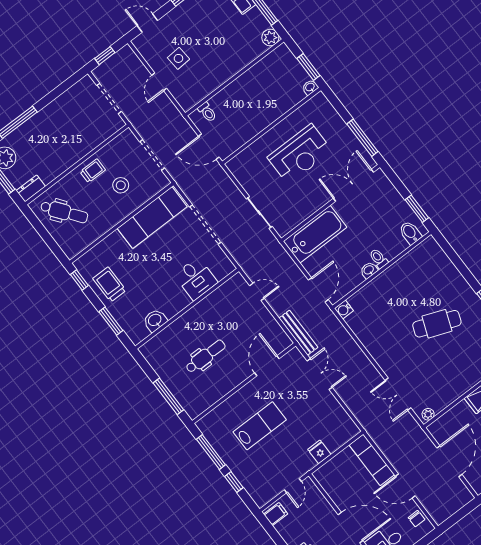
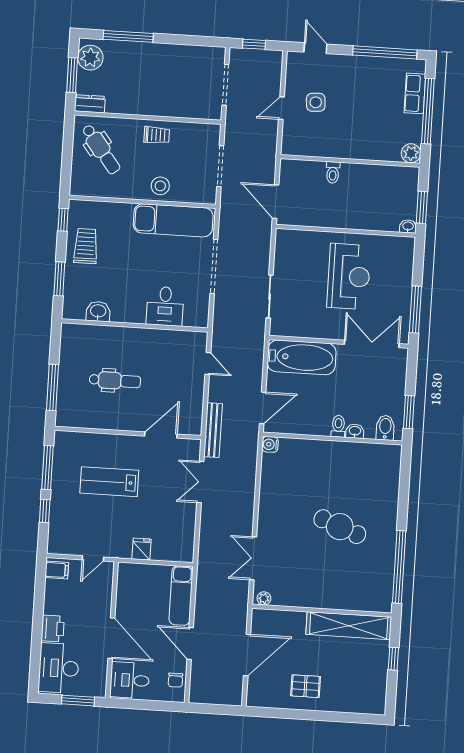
toilet: (207, 112) -> (333, 172), moved
reception desk: (300, 154) -> (349, 276), turned -90
stool: (121, 185) -> (160, 186), moved
washbasin: (369, 270) -> (355, 431), moved
double door: (320, 374) -> (200, 482), swing flipped
lab bench: (260, 426) -> (109, 482), turned 180

